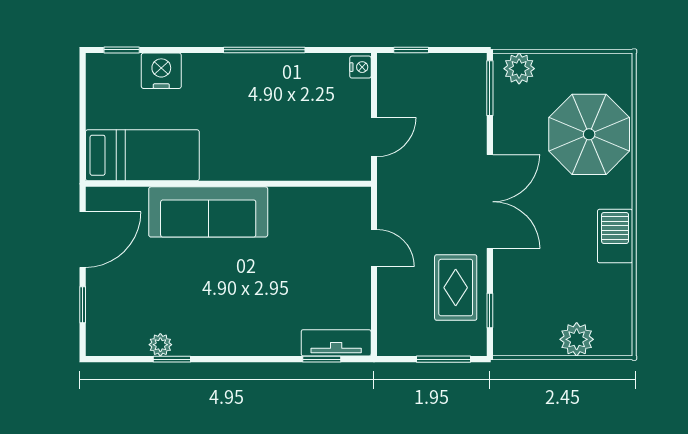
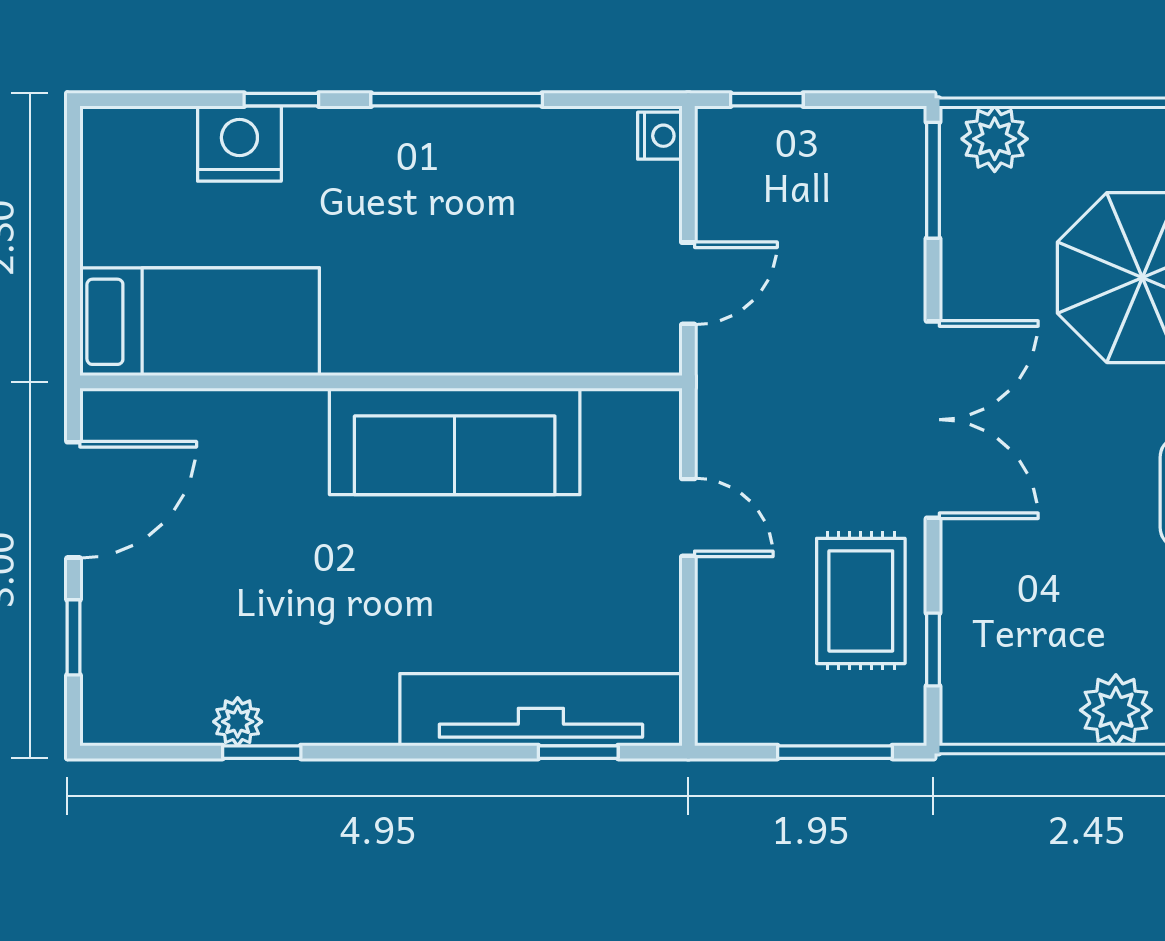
window: (122, 50) -> (281, 100), moved
sofa: (208, 212) -> (455, 441), moved
tv unit: (336, 343) -> (541, 710), width x1.92, depth x1.29

